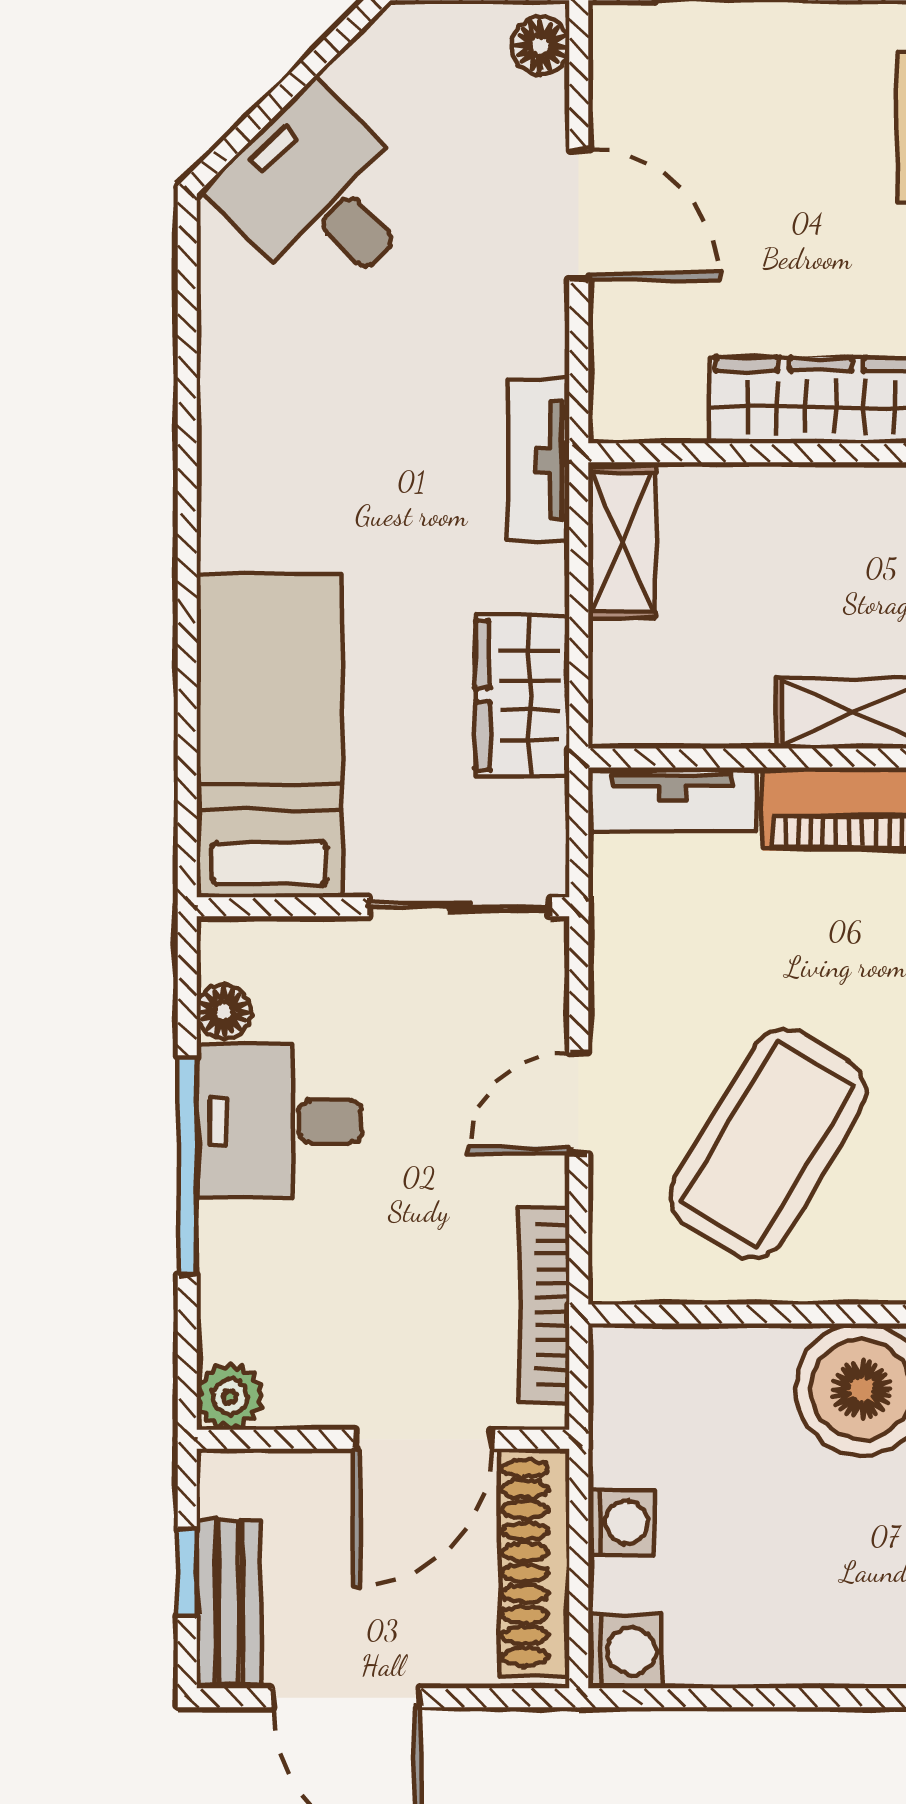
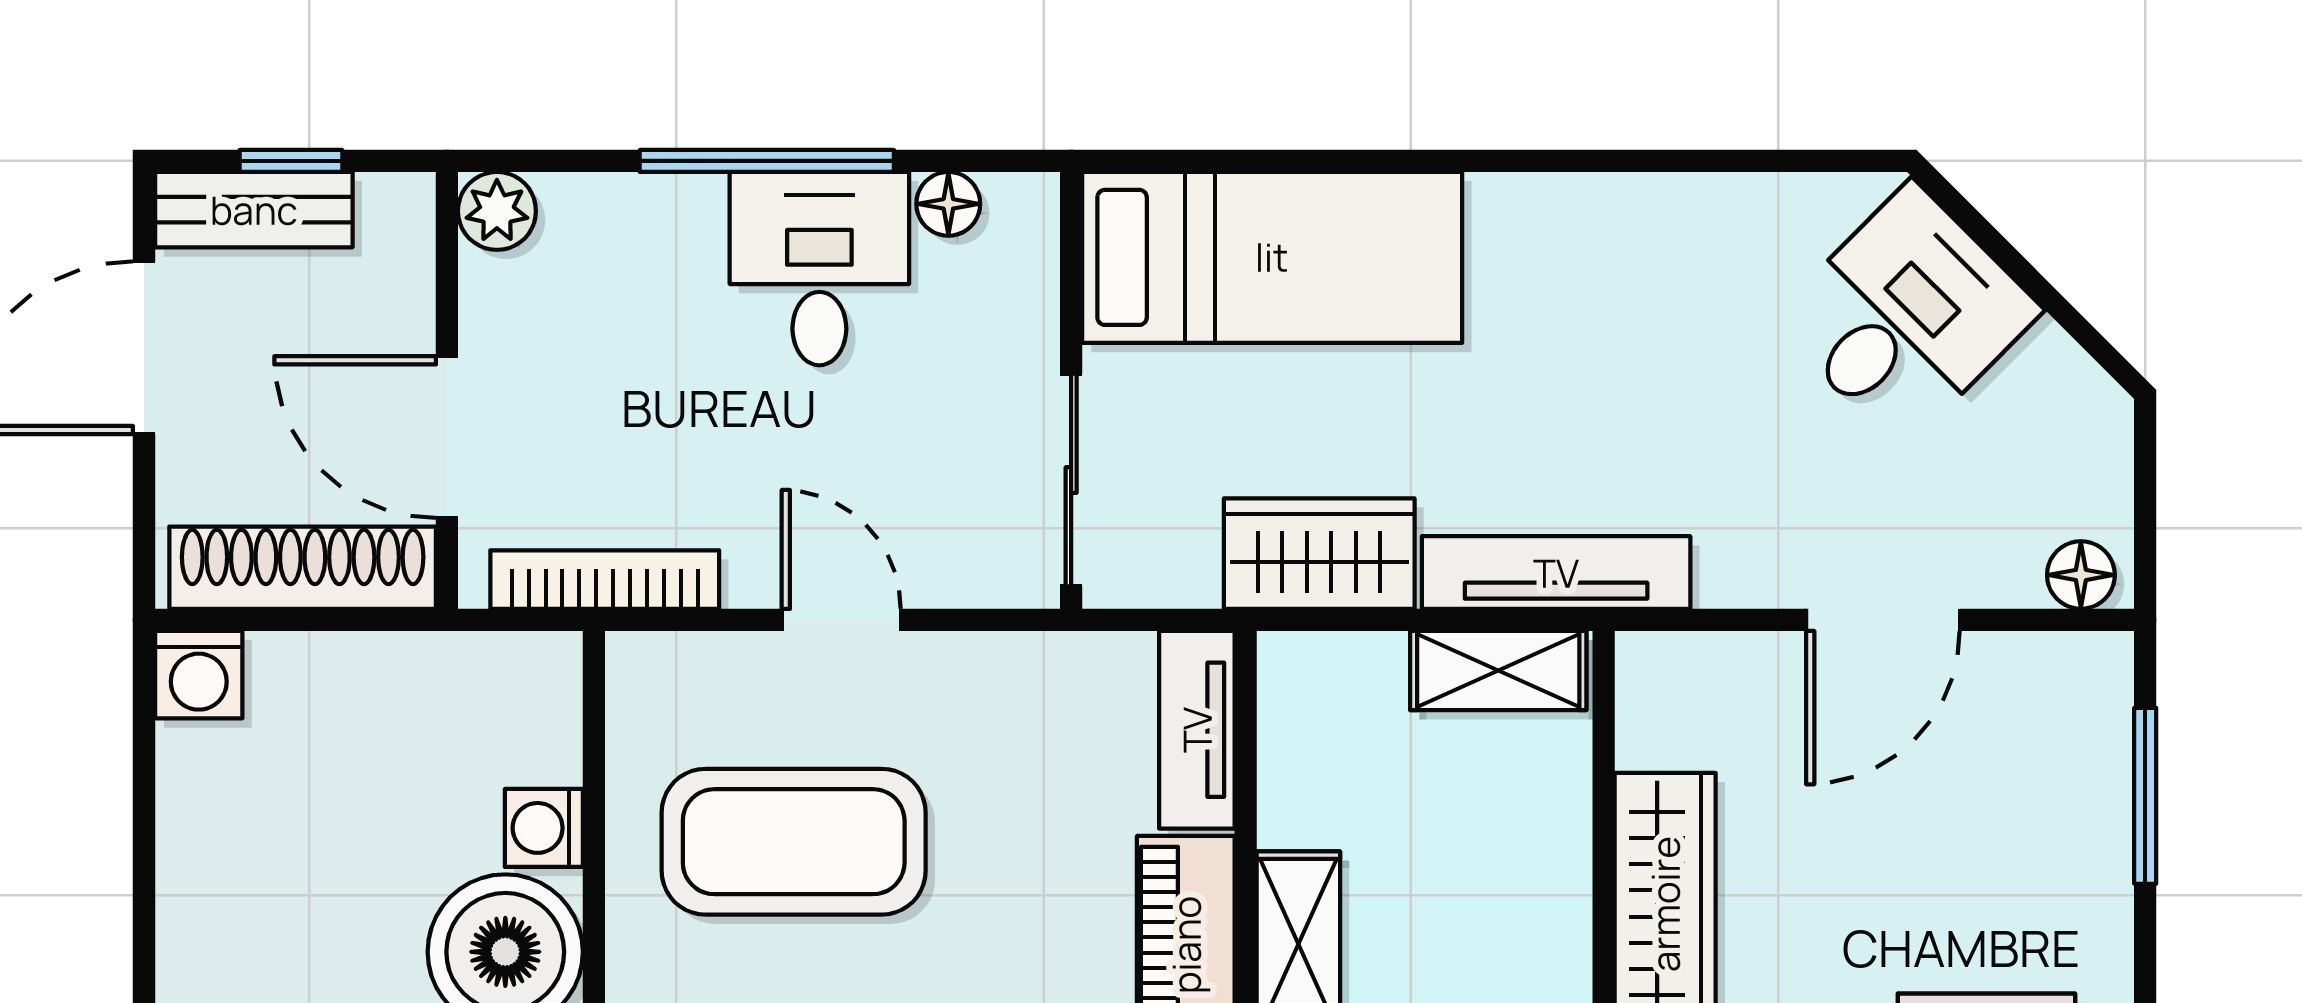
tv unit: (538, 460) -> (1556, 573), width x1.41
coffee table: (768, 1144) -> (794, 842), turned -31
washing machine: (621, 1522) -> (544, 828), moved, turned 90

